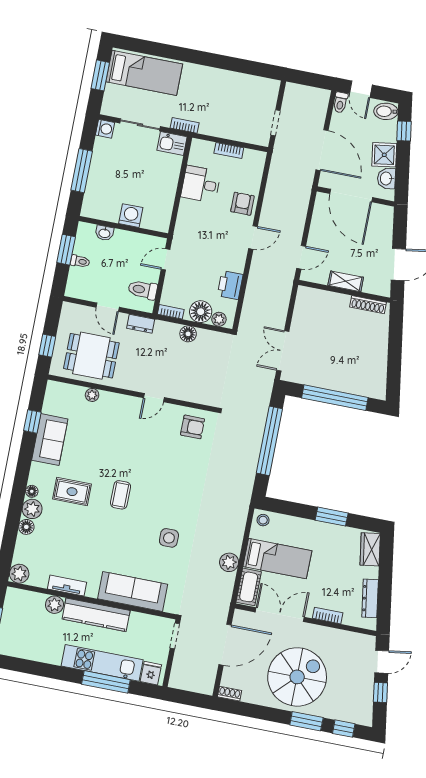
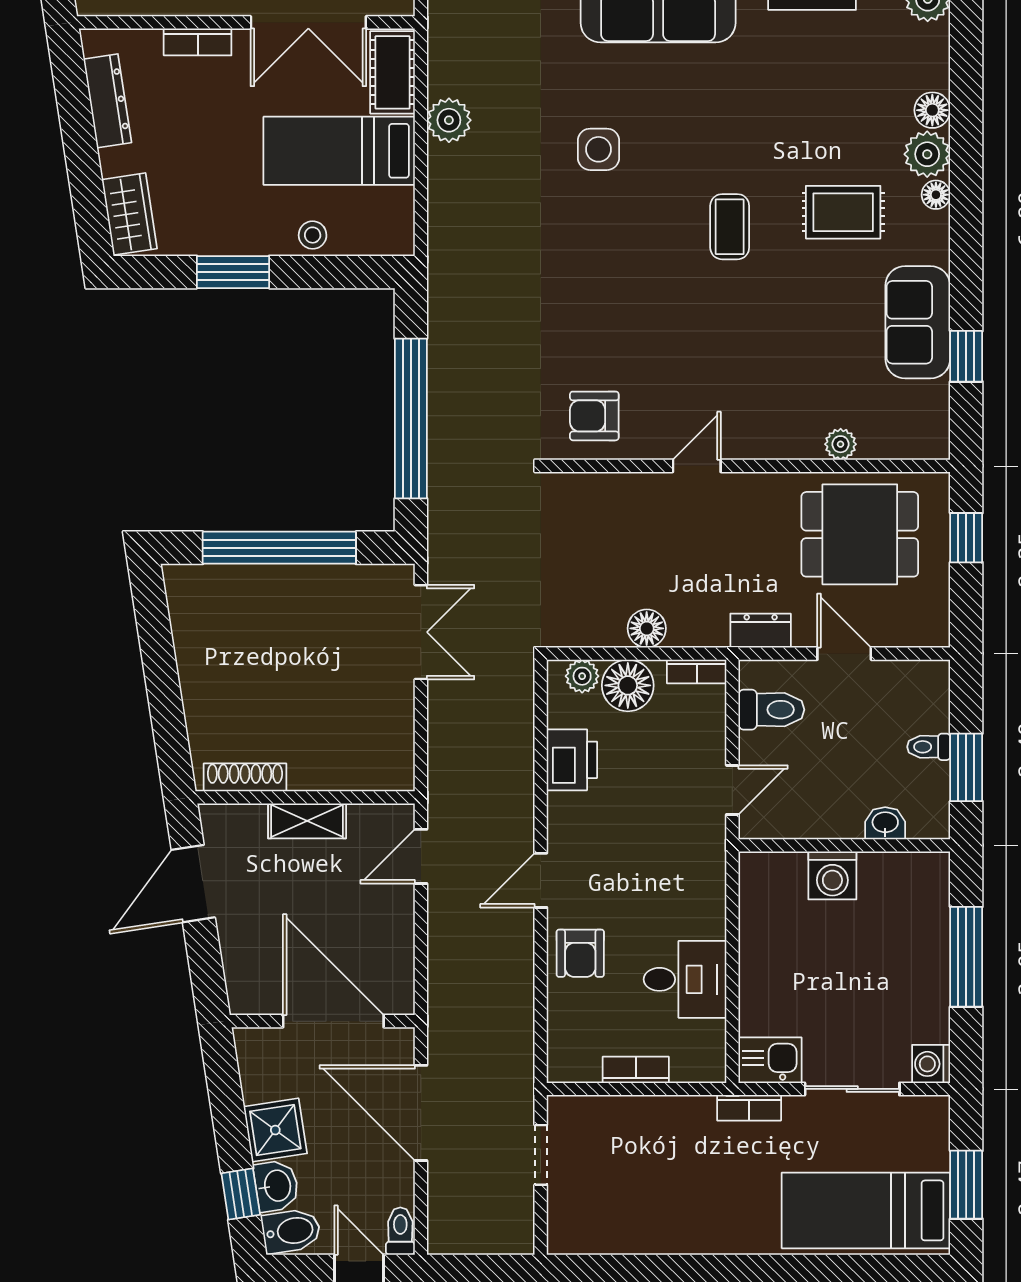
washbasin: (386, 178) -> (276, 1186), moved
stool: (263, 520) -> (313, 235), moved

